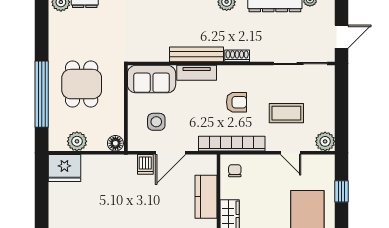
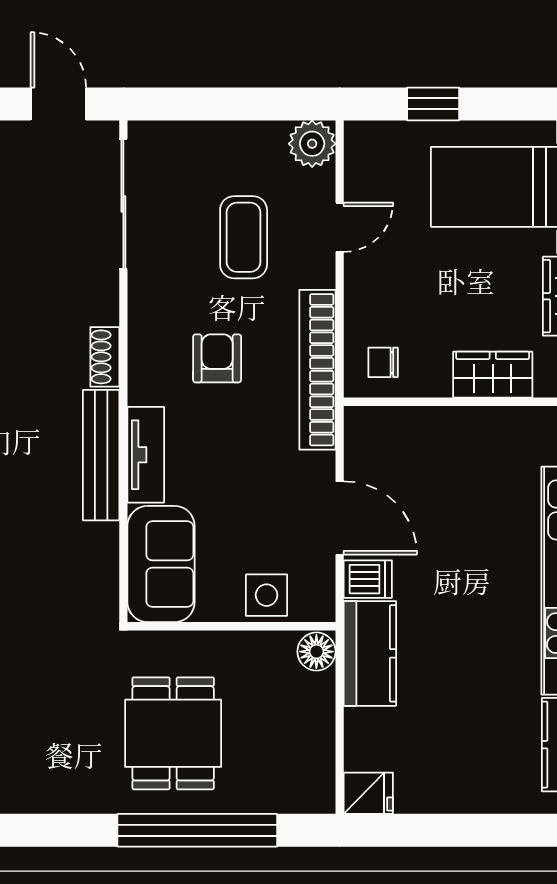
dining table: (82, 84) -> (173, 733), turned 90
side table: (156, 122) -> (267, 595), moved
plant: (77, 141) -> (312, 745), removed
fridge: (64, 168) -> (368, 793), width x0.53, depth x0.75
kitchen counter: (206, 197) -> (370, 653), moved, turned -90

